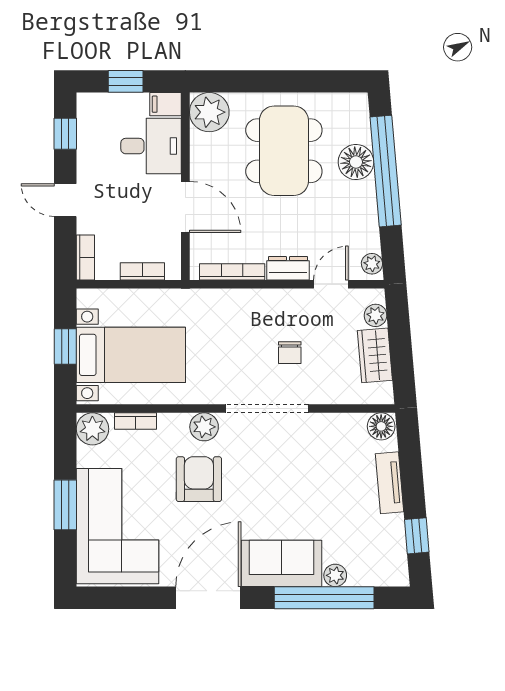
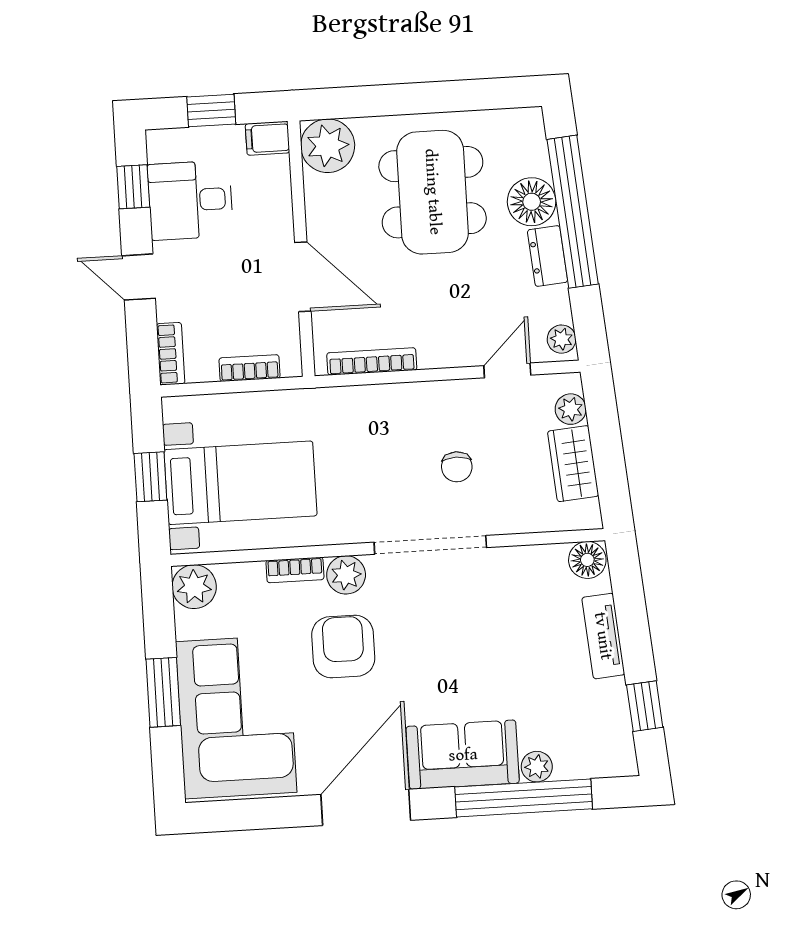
desk: (151, 146) -> (190, 200), moved, turned 180
dresser: (288, 268) -> (547, 256), moved, turned -95
bookcase: (136, 421) -> (295, 570), moved

